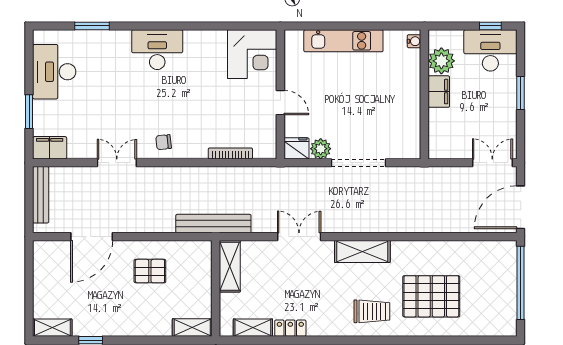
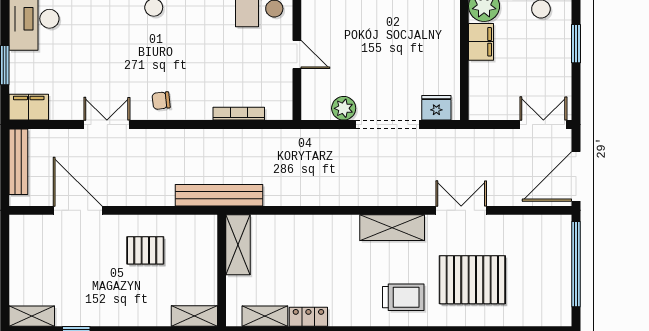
fridge: (296, 148) -> (436, 108), moved
door: (92, 237) -> (78, 210), swing flipped
double door: (299, 237) -> (461, 210), moved

